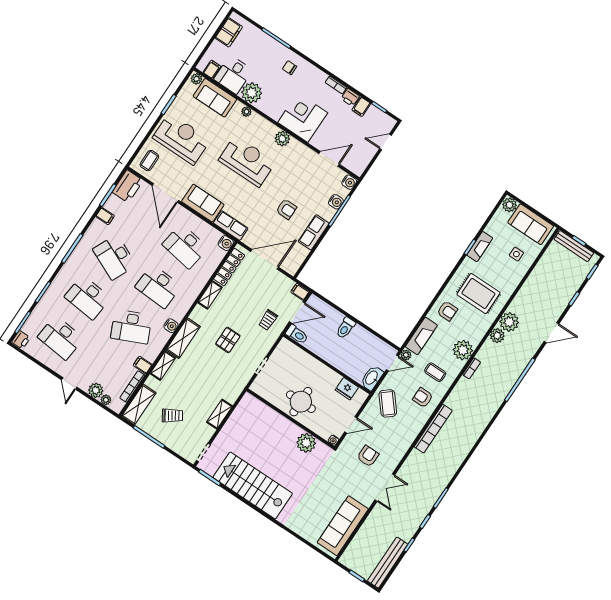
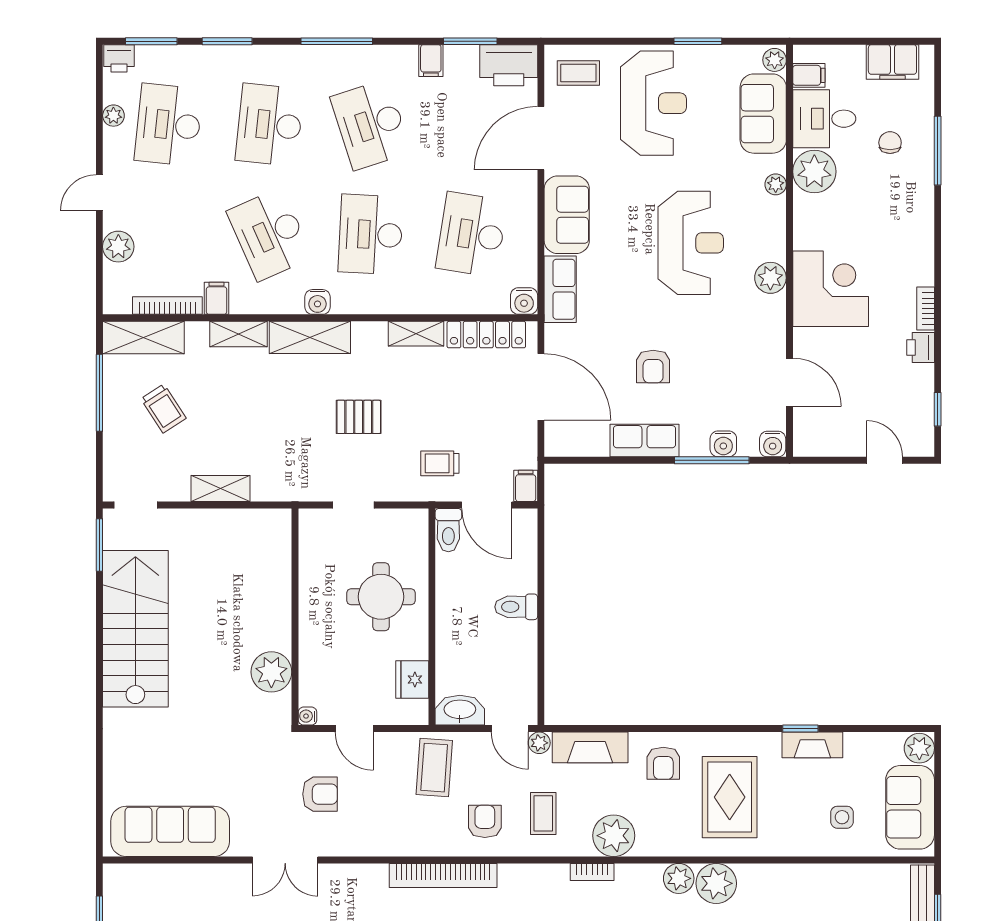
chair: (290, 68) -> (890, 143), moved
filing cabinet: (361, 107) -> (917, 378), removed
desk: (115, 257) -> (371, 125), turned -42
plant: (106, 400) -> (113, 116), moved
round table: (301, 402) -> (381, 597), moved
coffee table: (388, 403) -> (434, 768), turned -46

